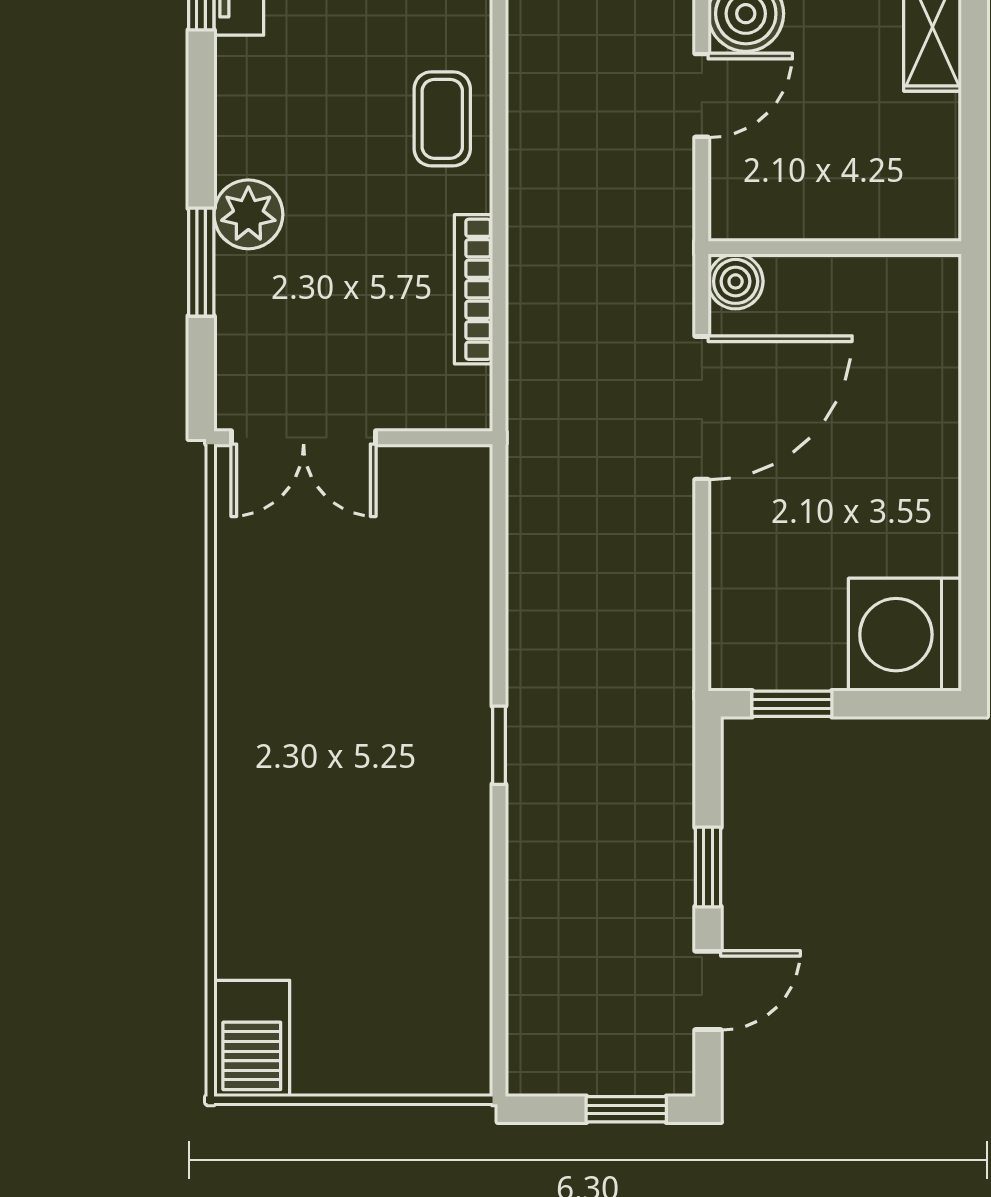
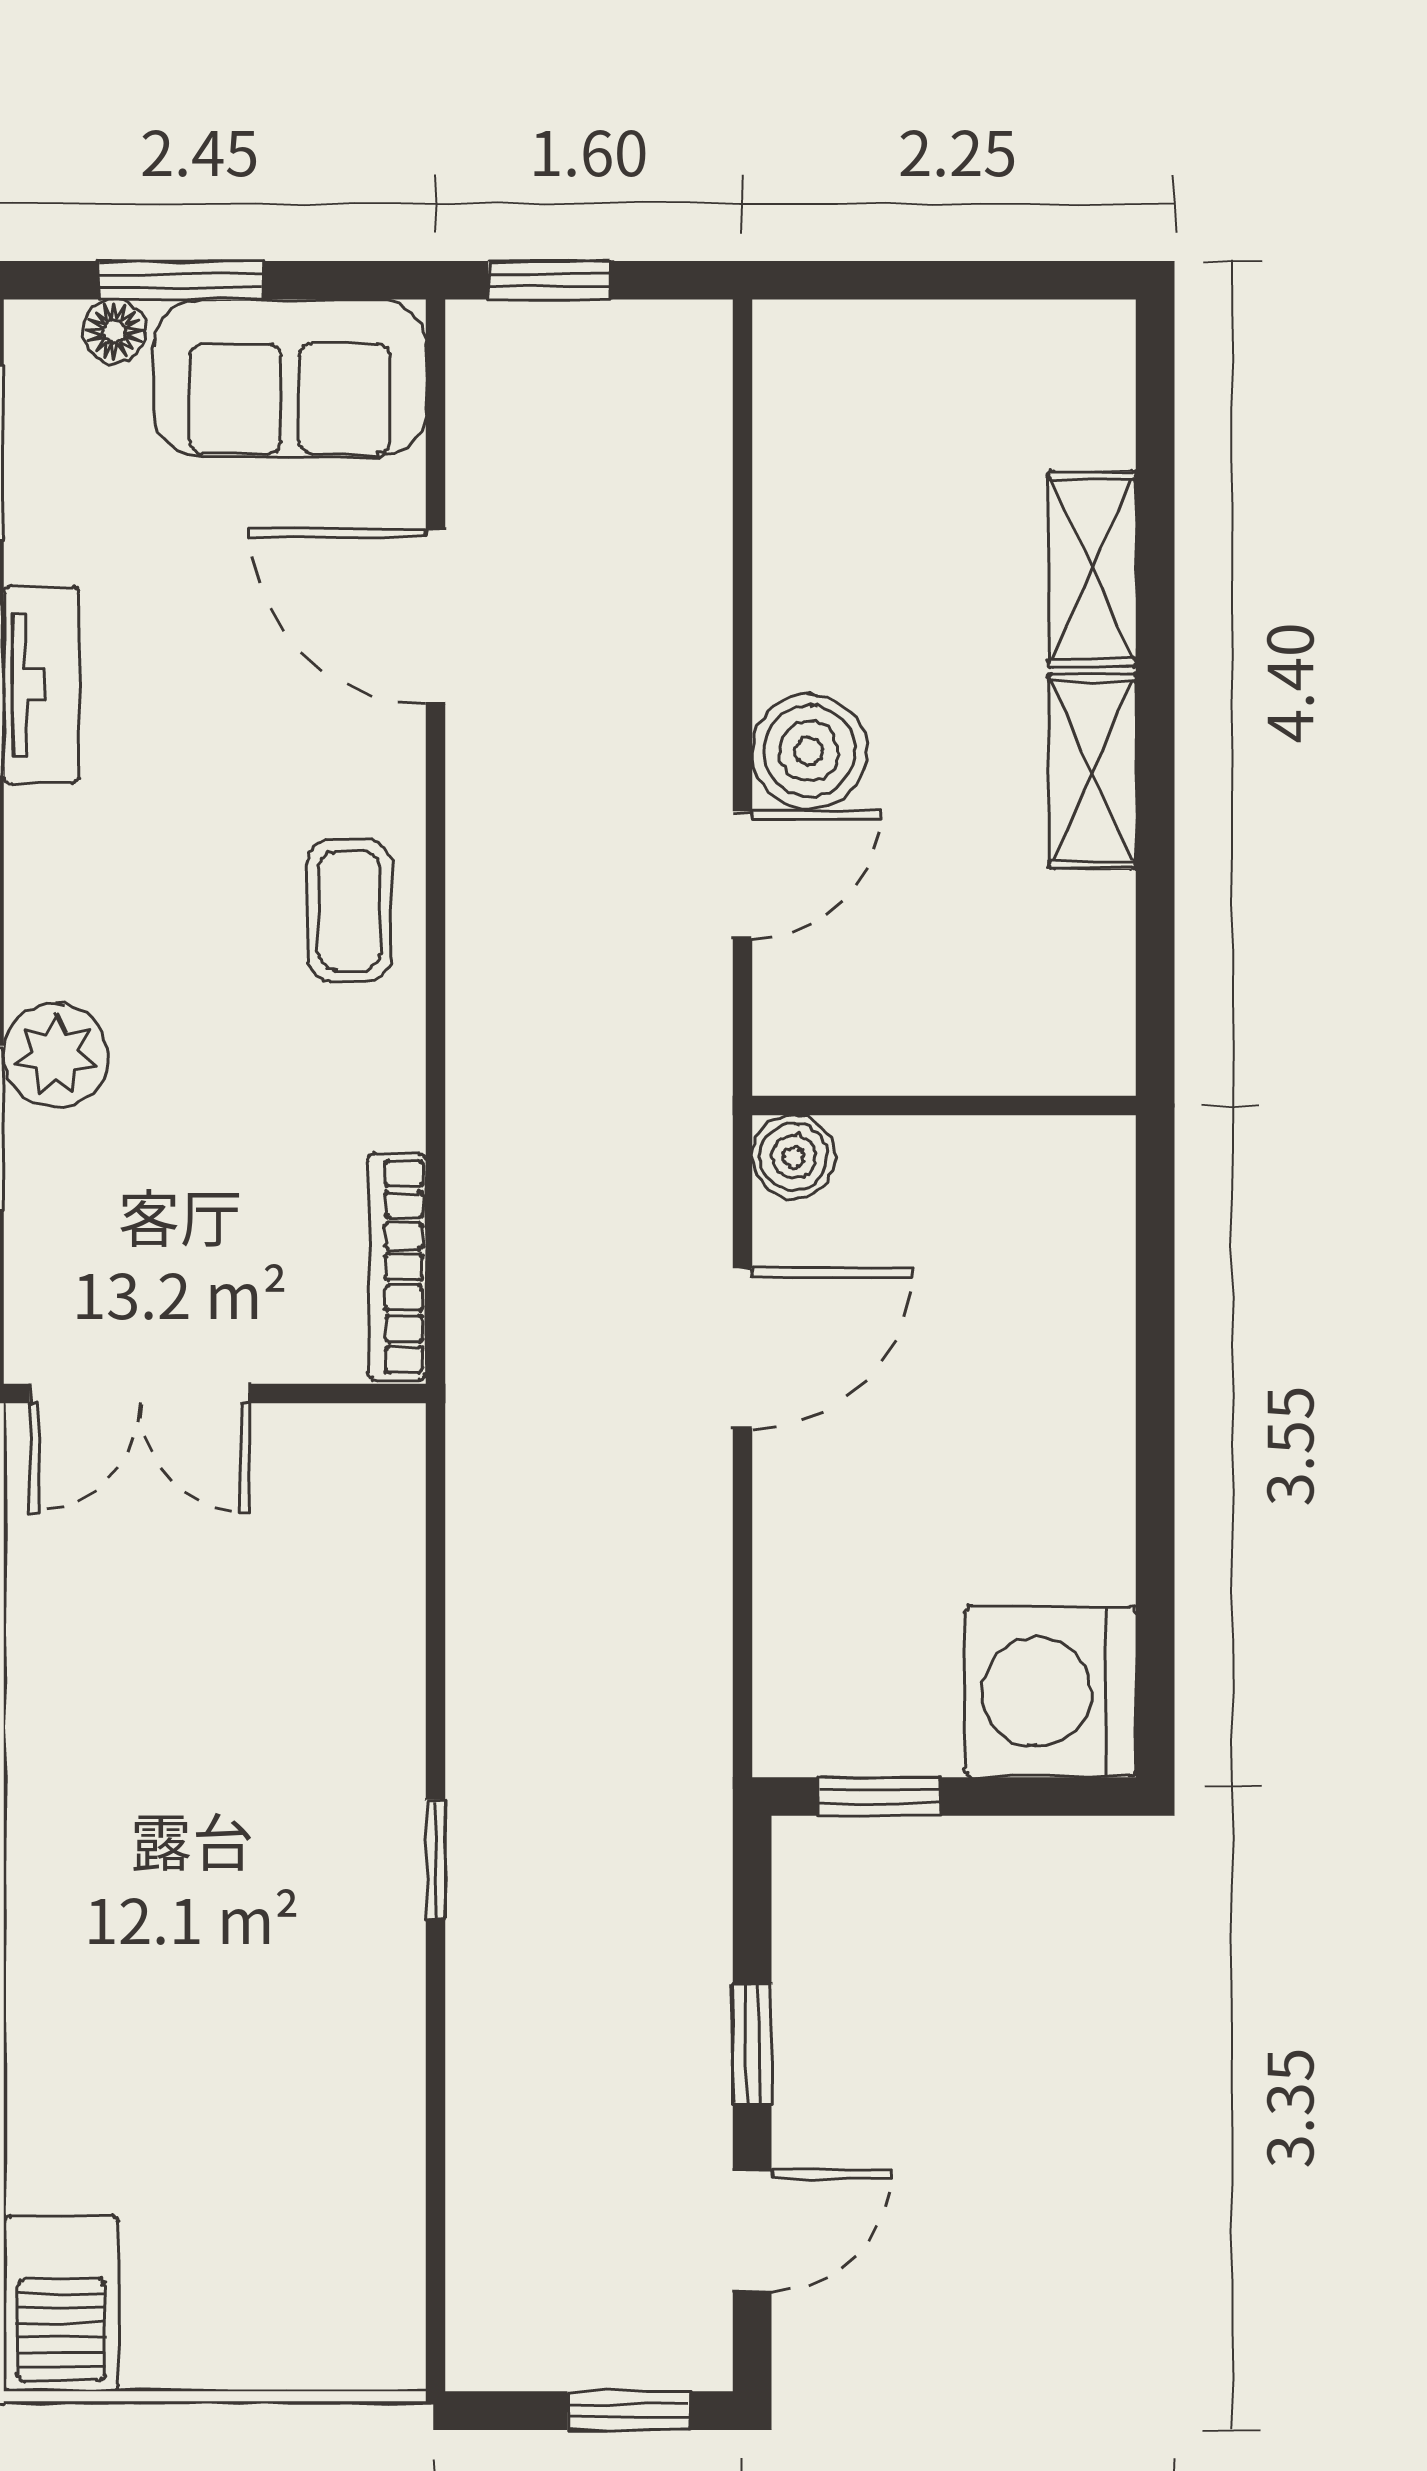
bookcase: (473, 289) -> (397, 1267), moved
door: (702, 408) -> (743, 1348), width x0.73

